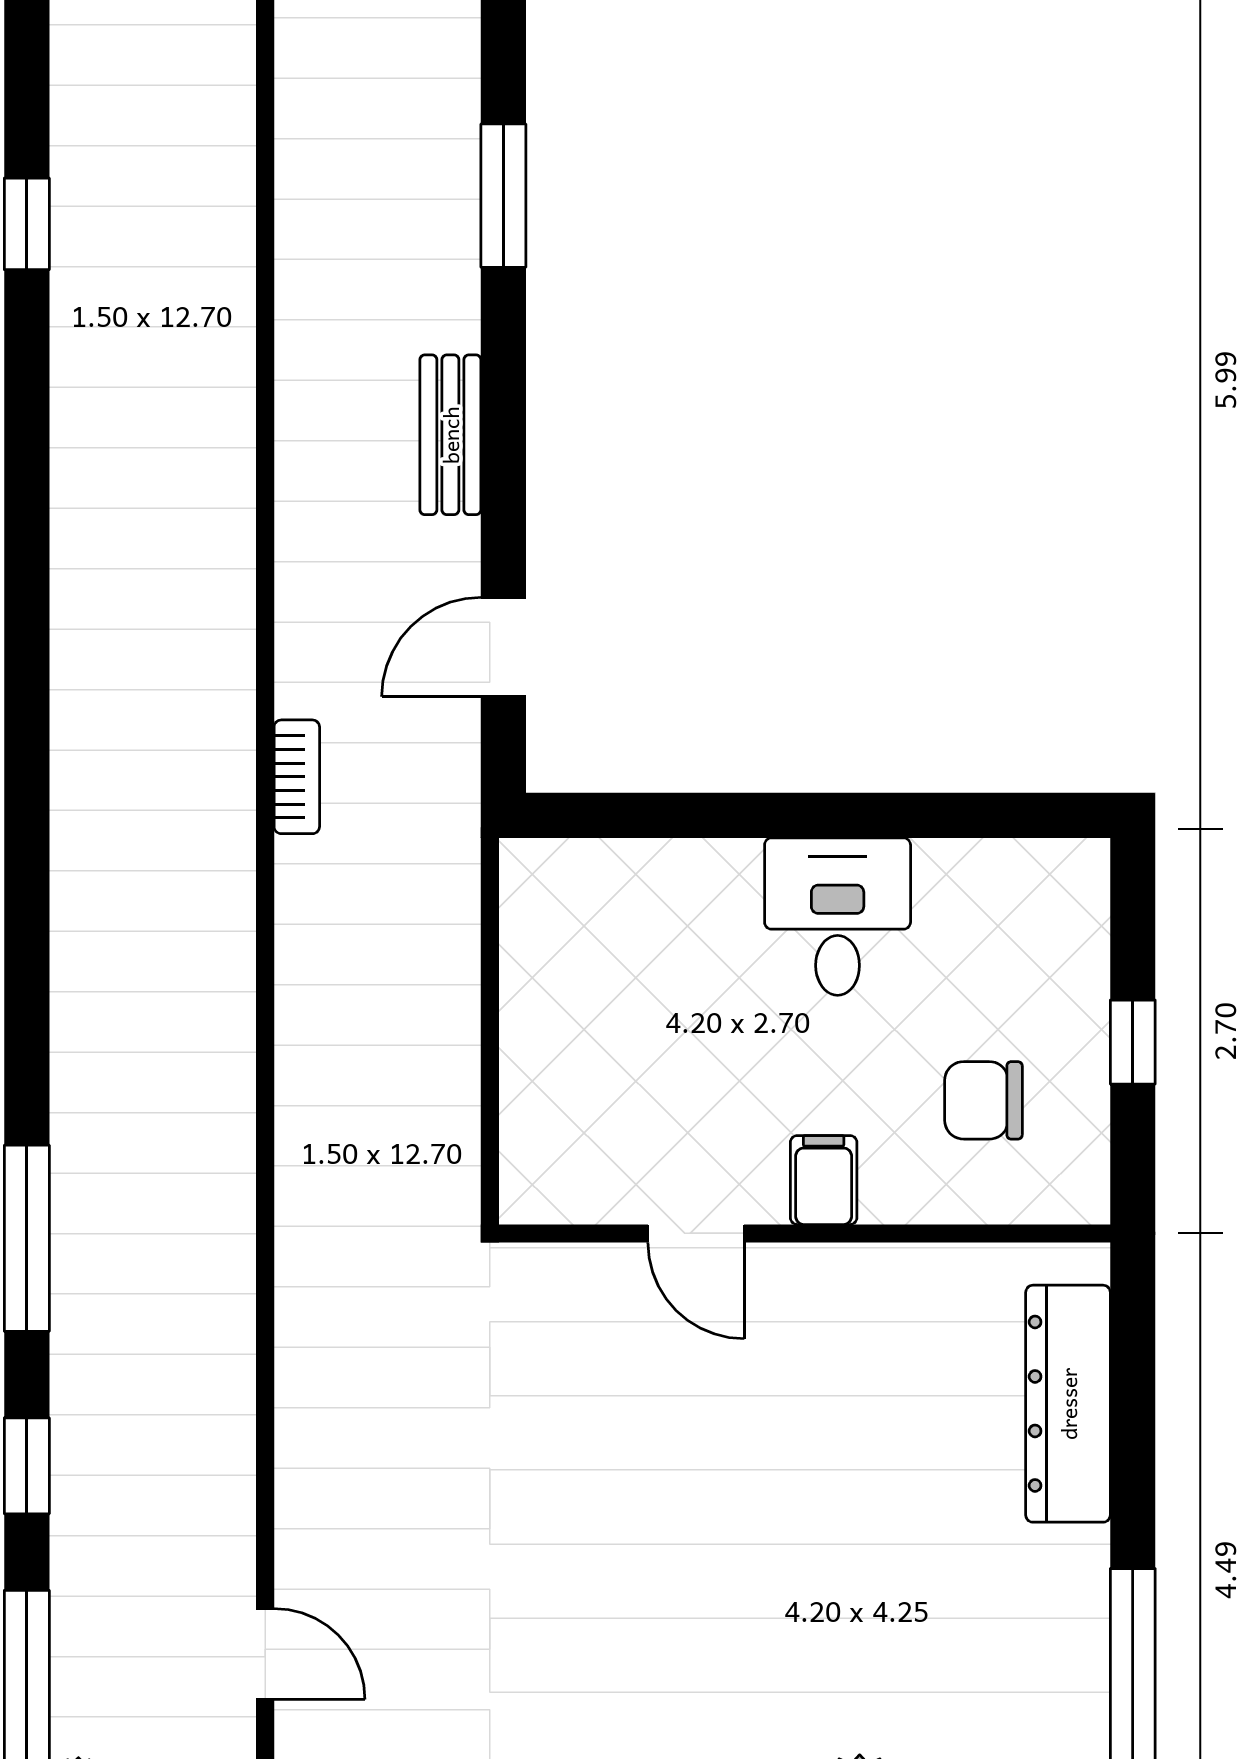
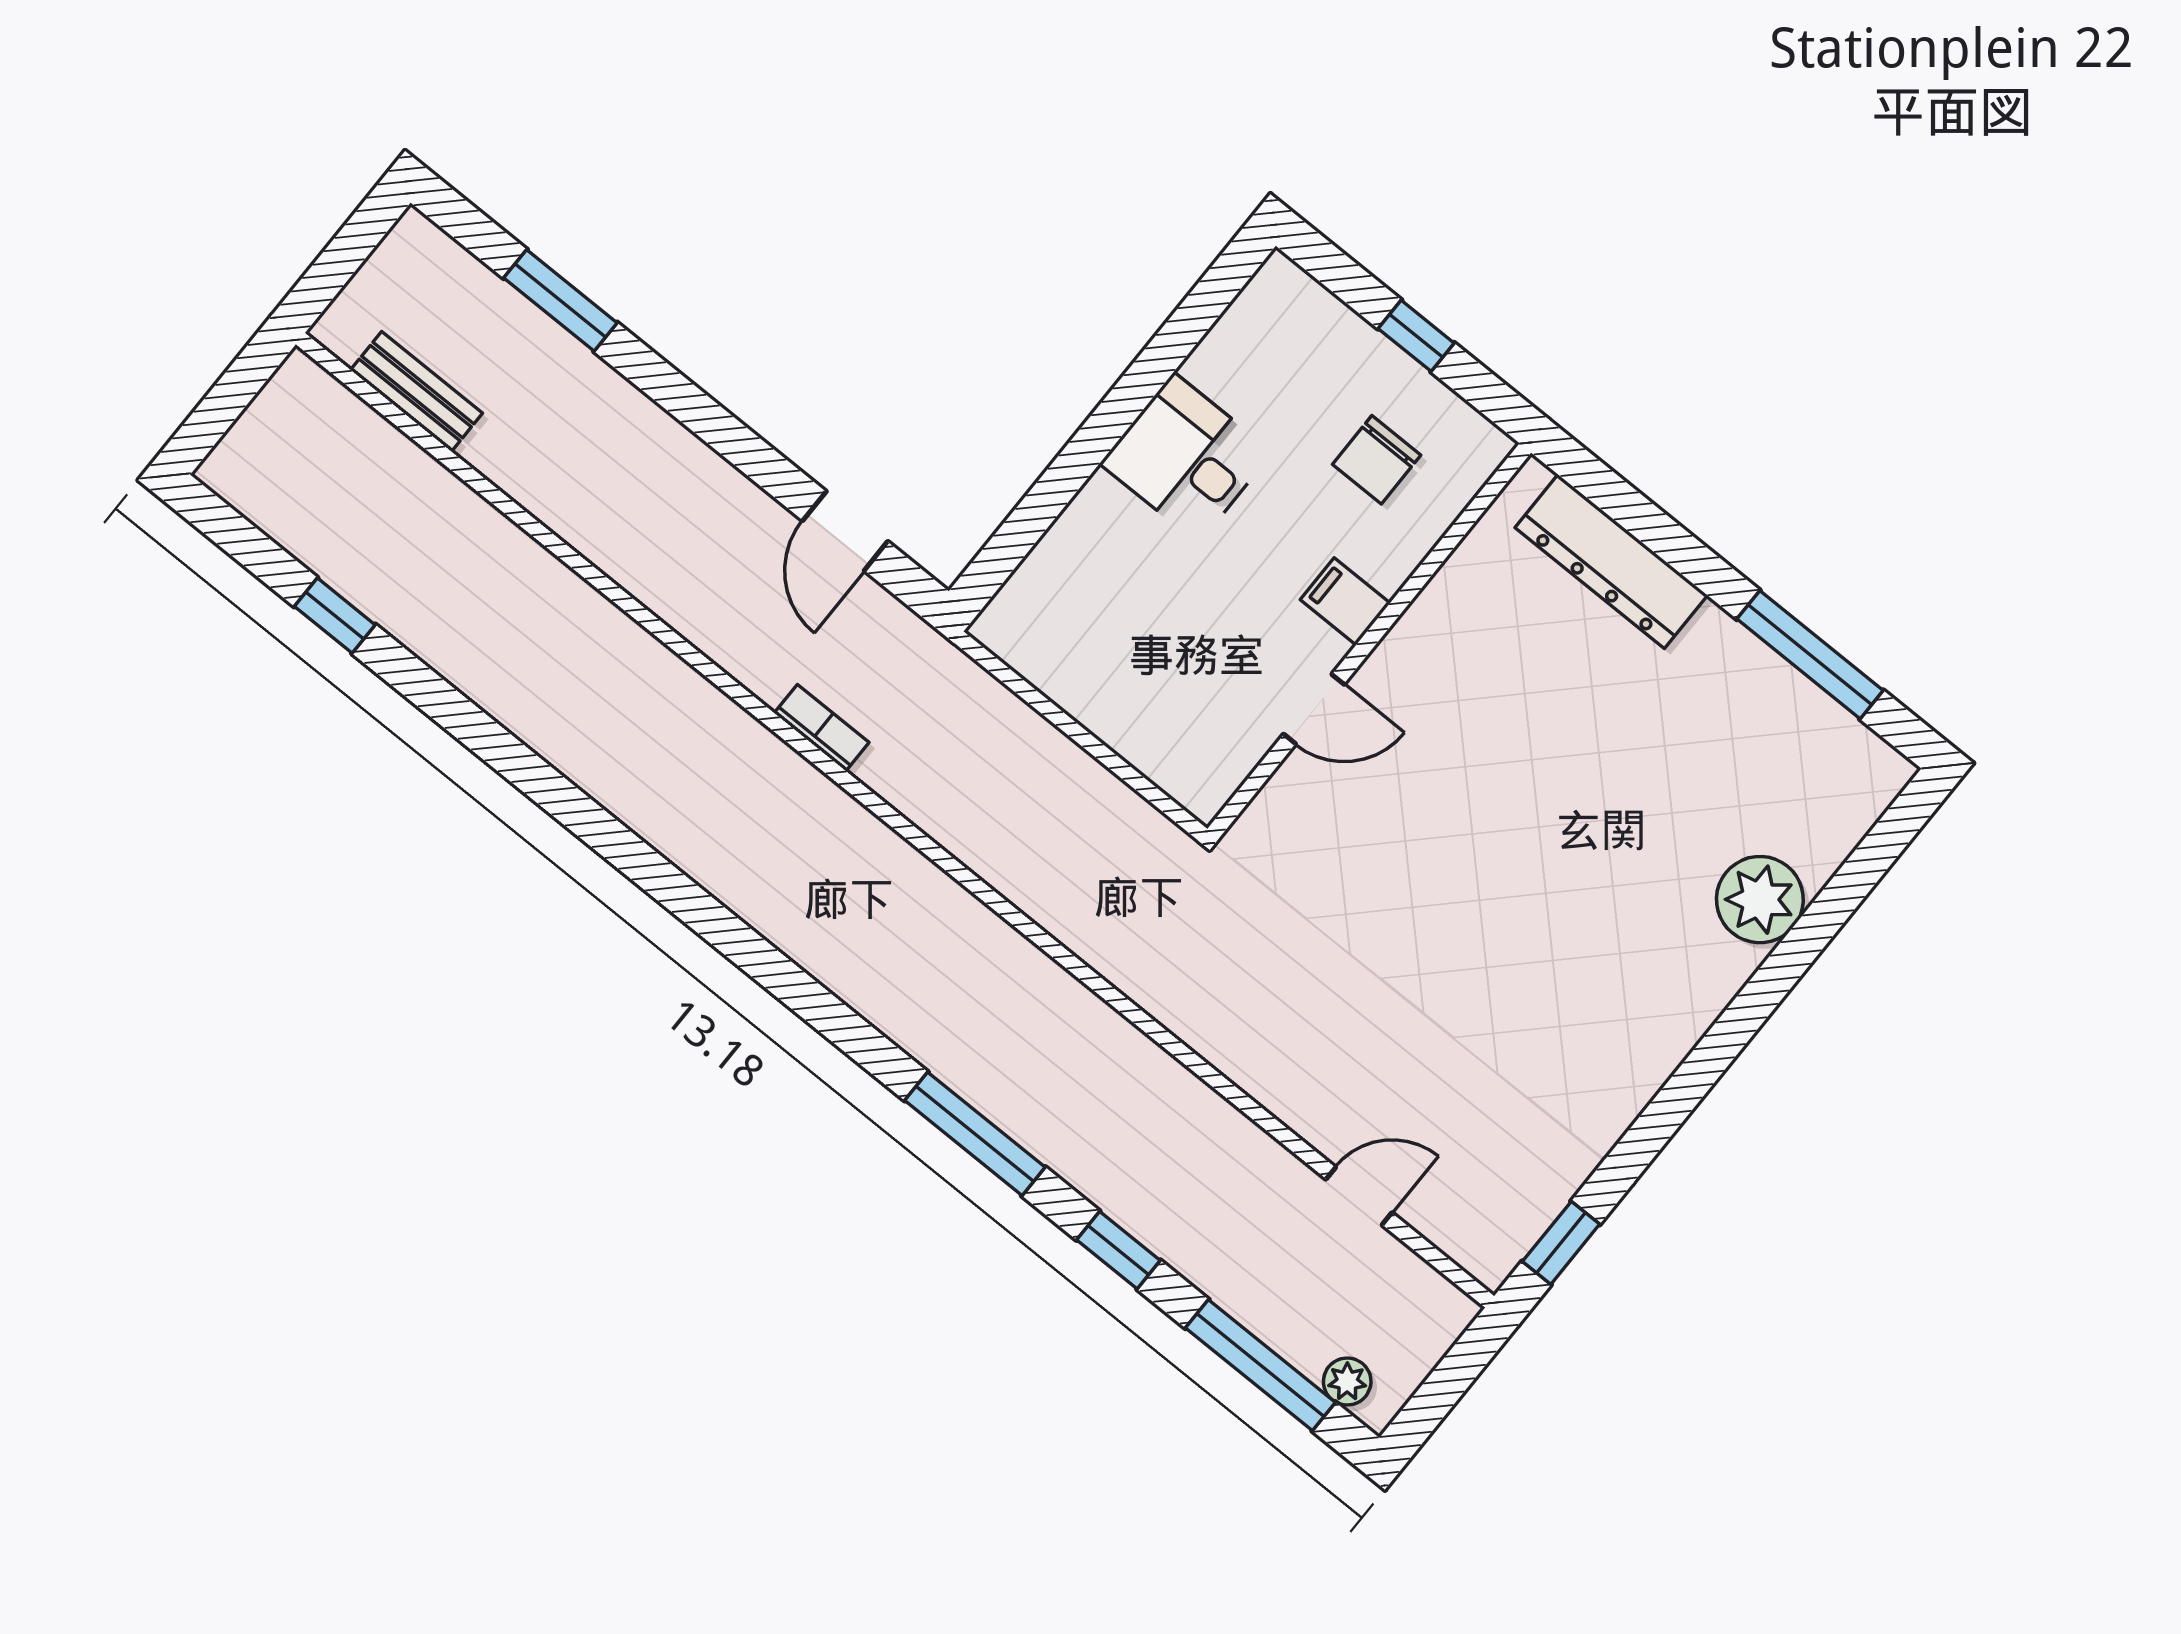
bench: (450, 435) -> (417, 392), moved

